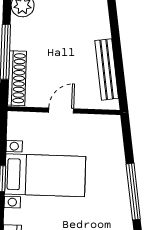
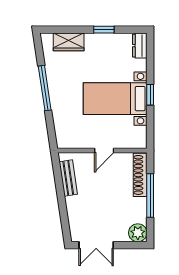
bench: (107, 69) -> (68, 178), width x0.73

